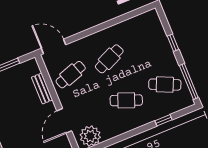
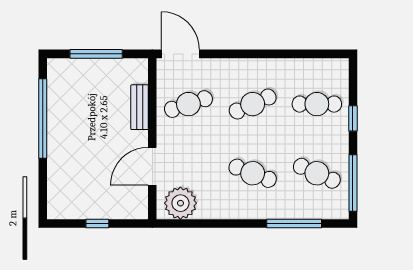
cafe table: (148, 43) -> (317, 104), added
window: (163, 120) -> (294, 223), width x2.17

